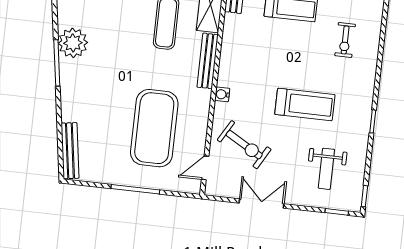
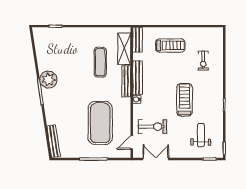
bench: (228, 57) -> (138, 78), added
treadmill: (305, 104) -> (184, 100), turned -90
exercise bike: (244, 145) -> (152, 127), turned -30
weight bench: (326, 169) -> (201, 135), turned 180
double door: (262, 203) -> (156, 159), moved

